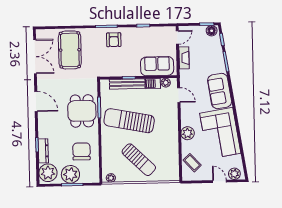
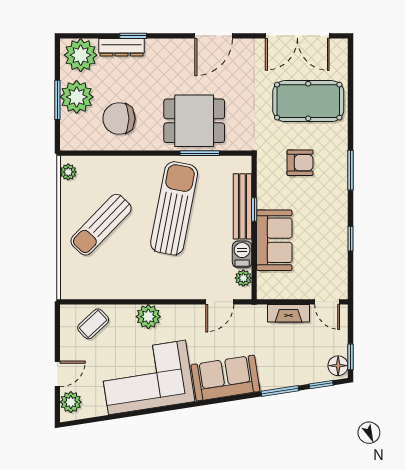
armchair: (114, 40) -> (300, 163), moved, turned 180
sofa: (157, 66) -> (274, 240), moved
chair: (82, 151) -> (119, 119), turned 180

